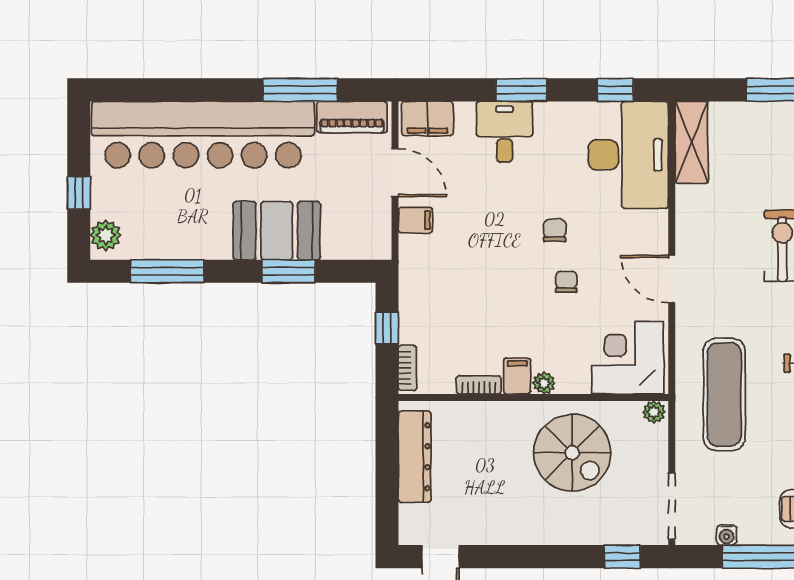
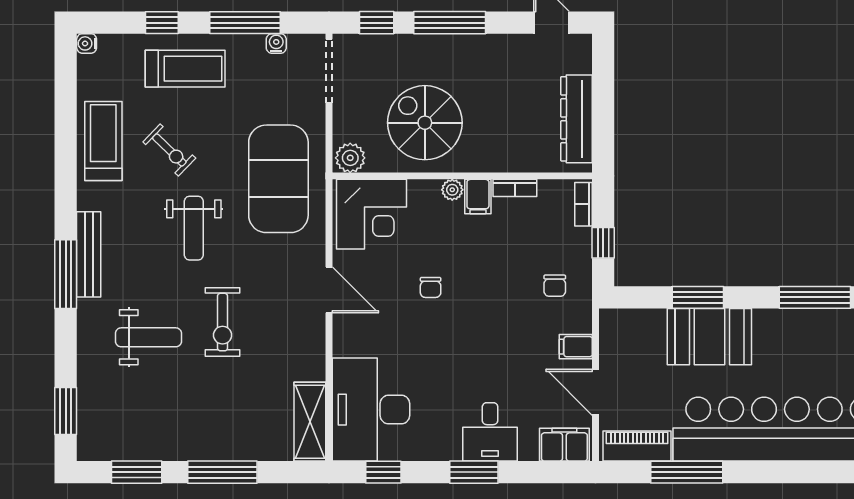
chair: (555, 230) -> (555, 286), moved
exercise mat: (724, 394) -> (278, 179), width x1.47
plant: (654, 412) -> (350, 158), width x1.38, depth x1.38
window: (546, 557) -> (450, 23), added

